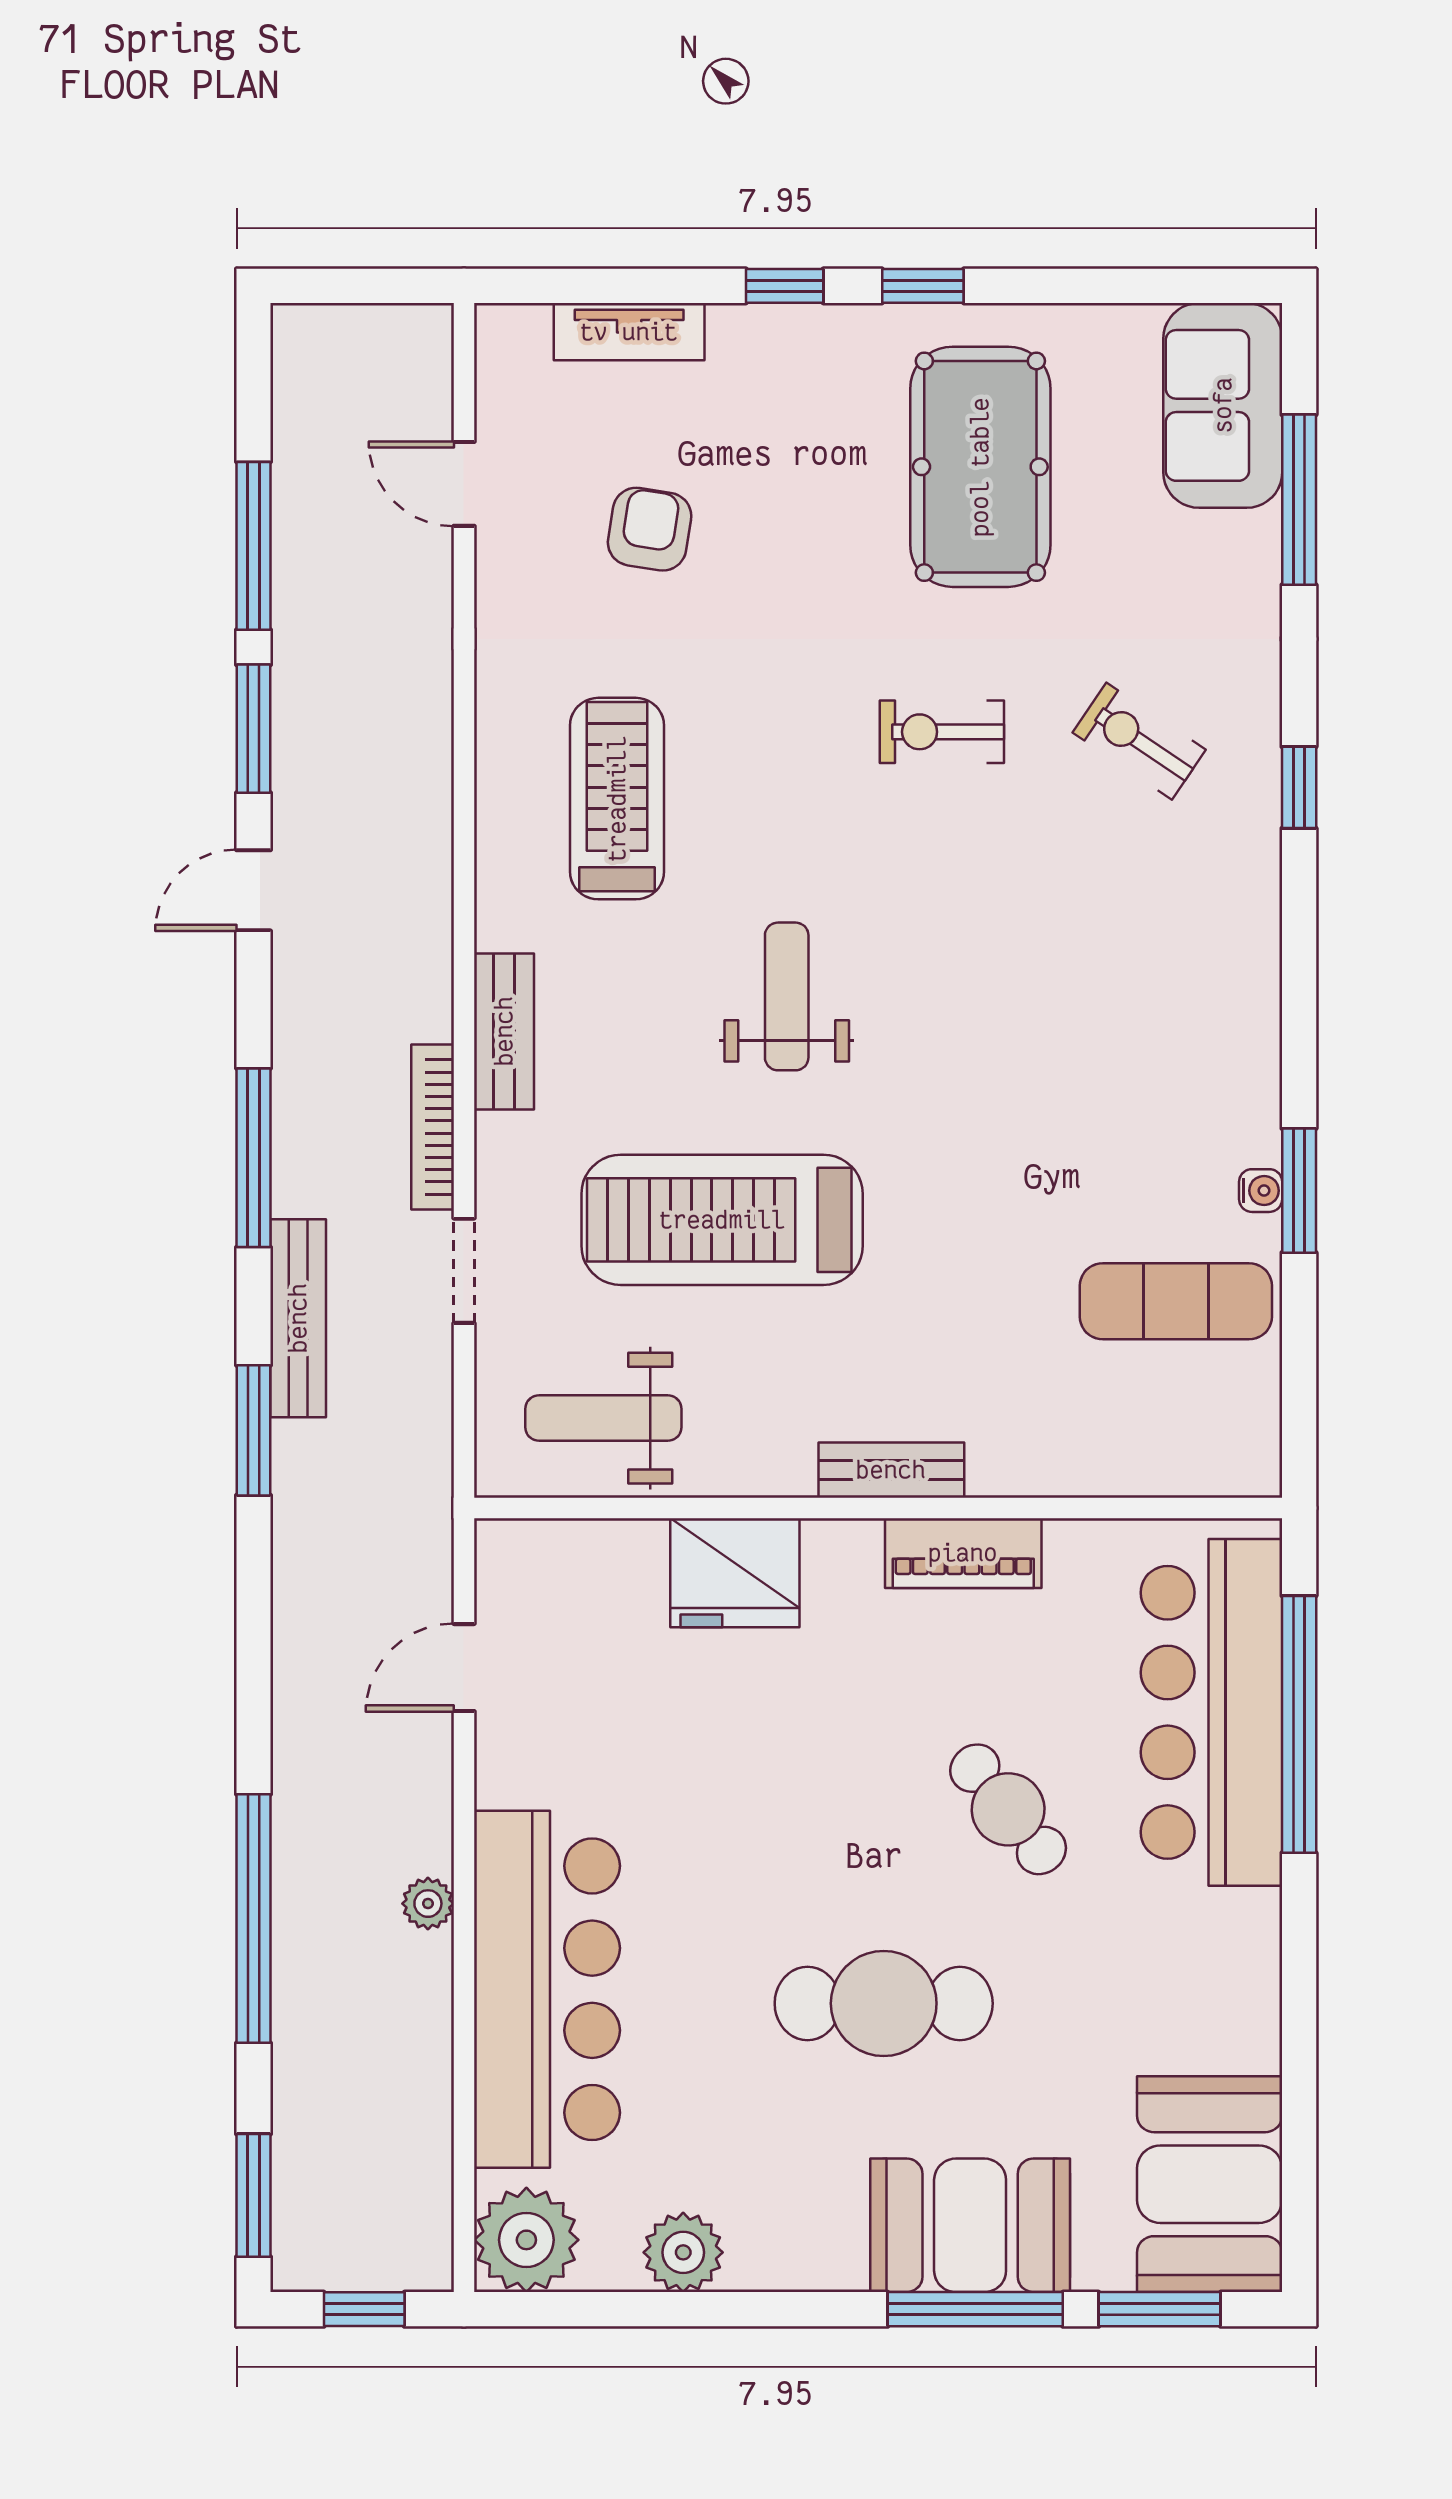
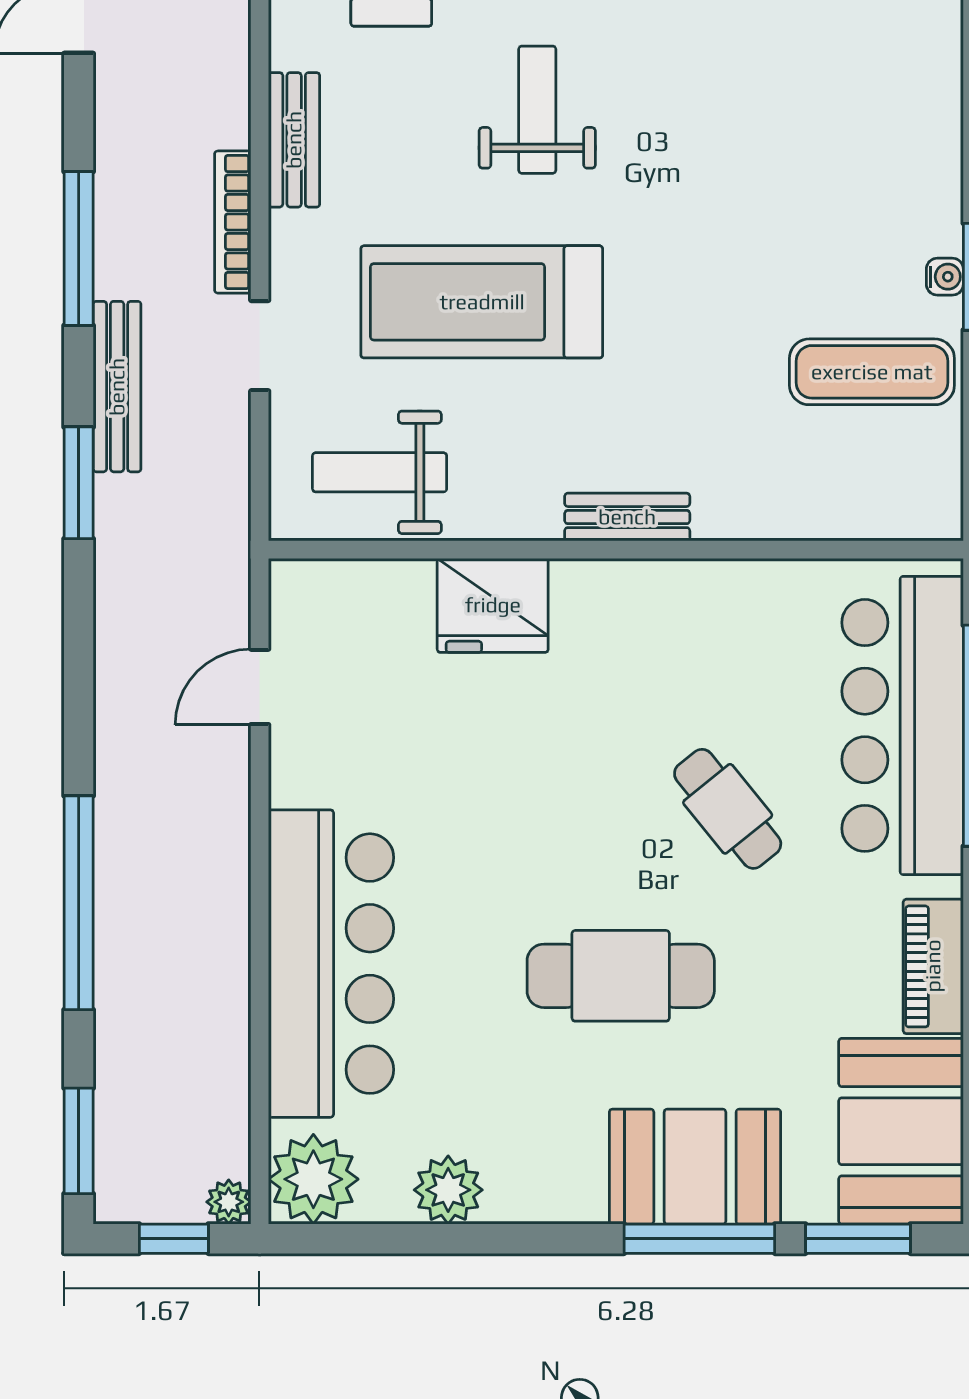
piano: (963, 1553) -> (933, 966), moved, turned 90
plant: (428, 1904) -> (229, 1202), moved

